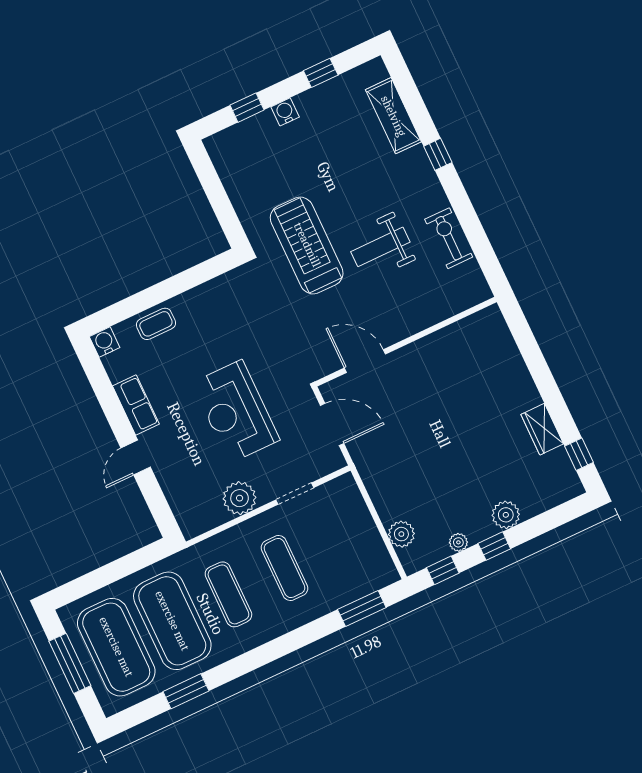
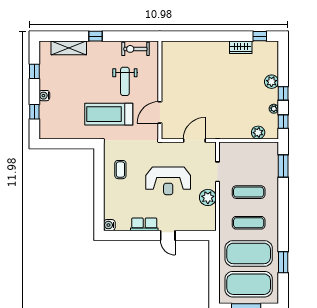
coffee table: (156, 324) -> (120, 170), moved
wall: (406, 342) -> (160, 90), moved
door: (365, 361) -> (160, 112), moved

